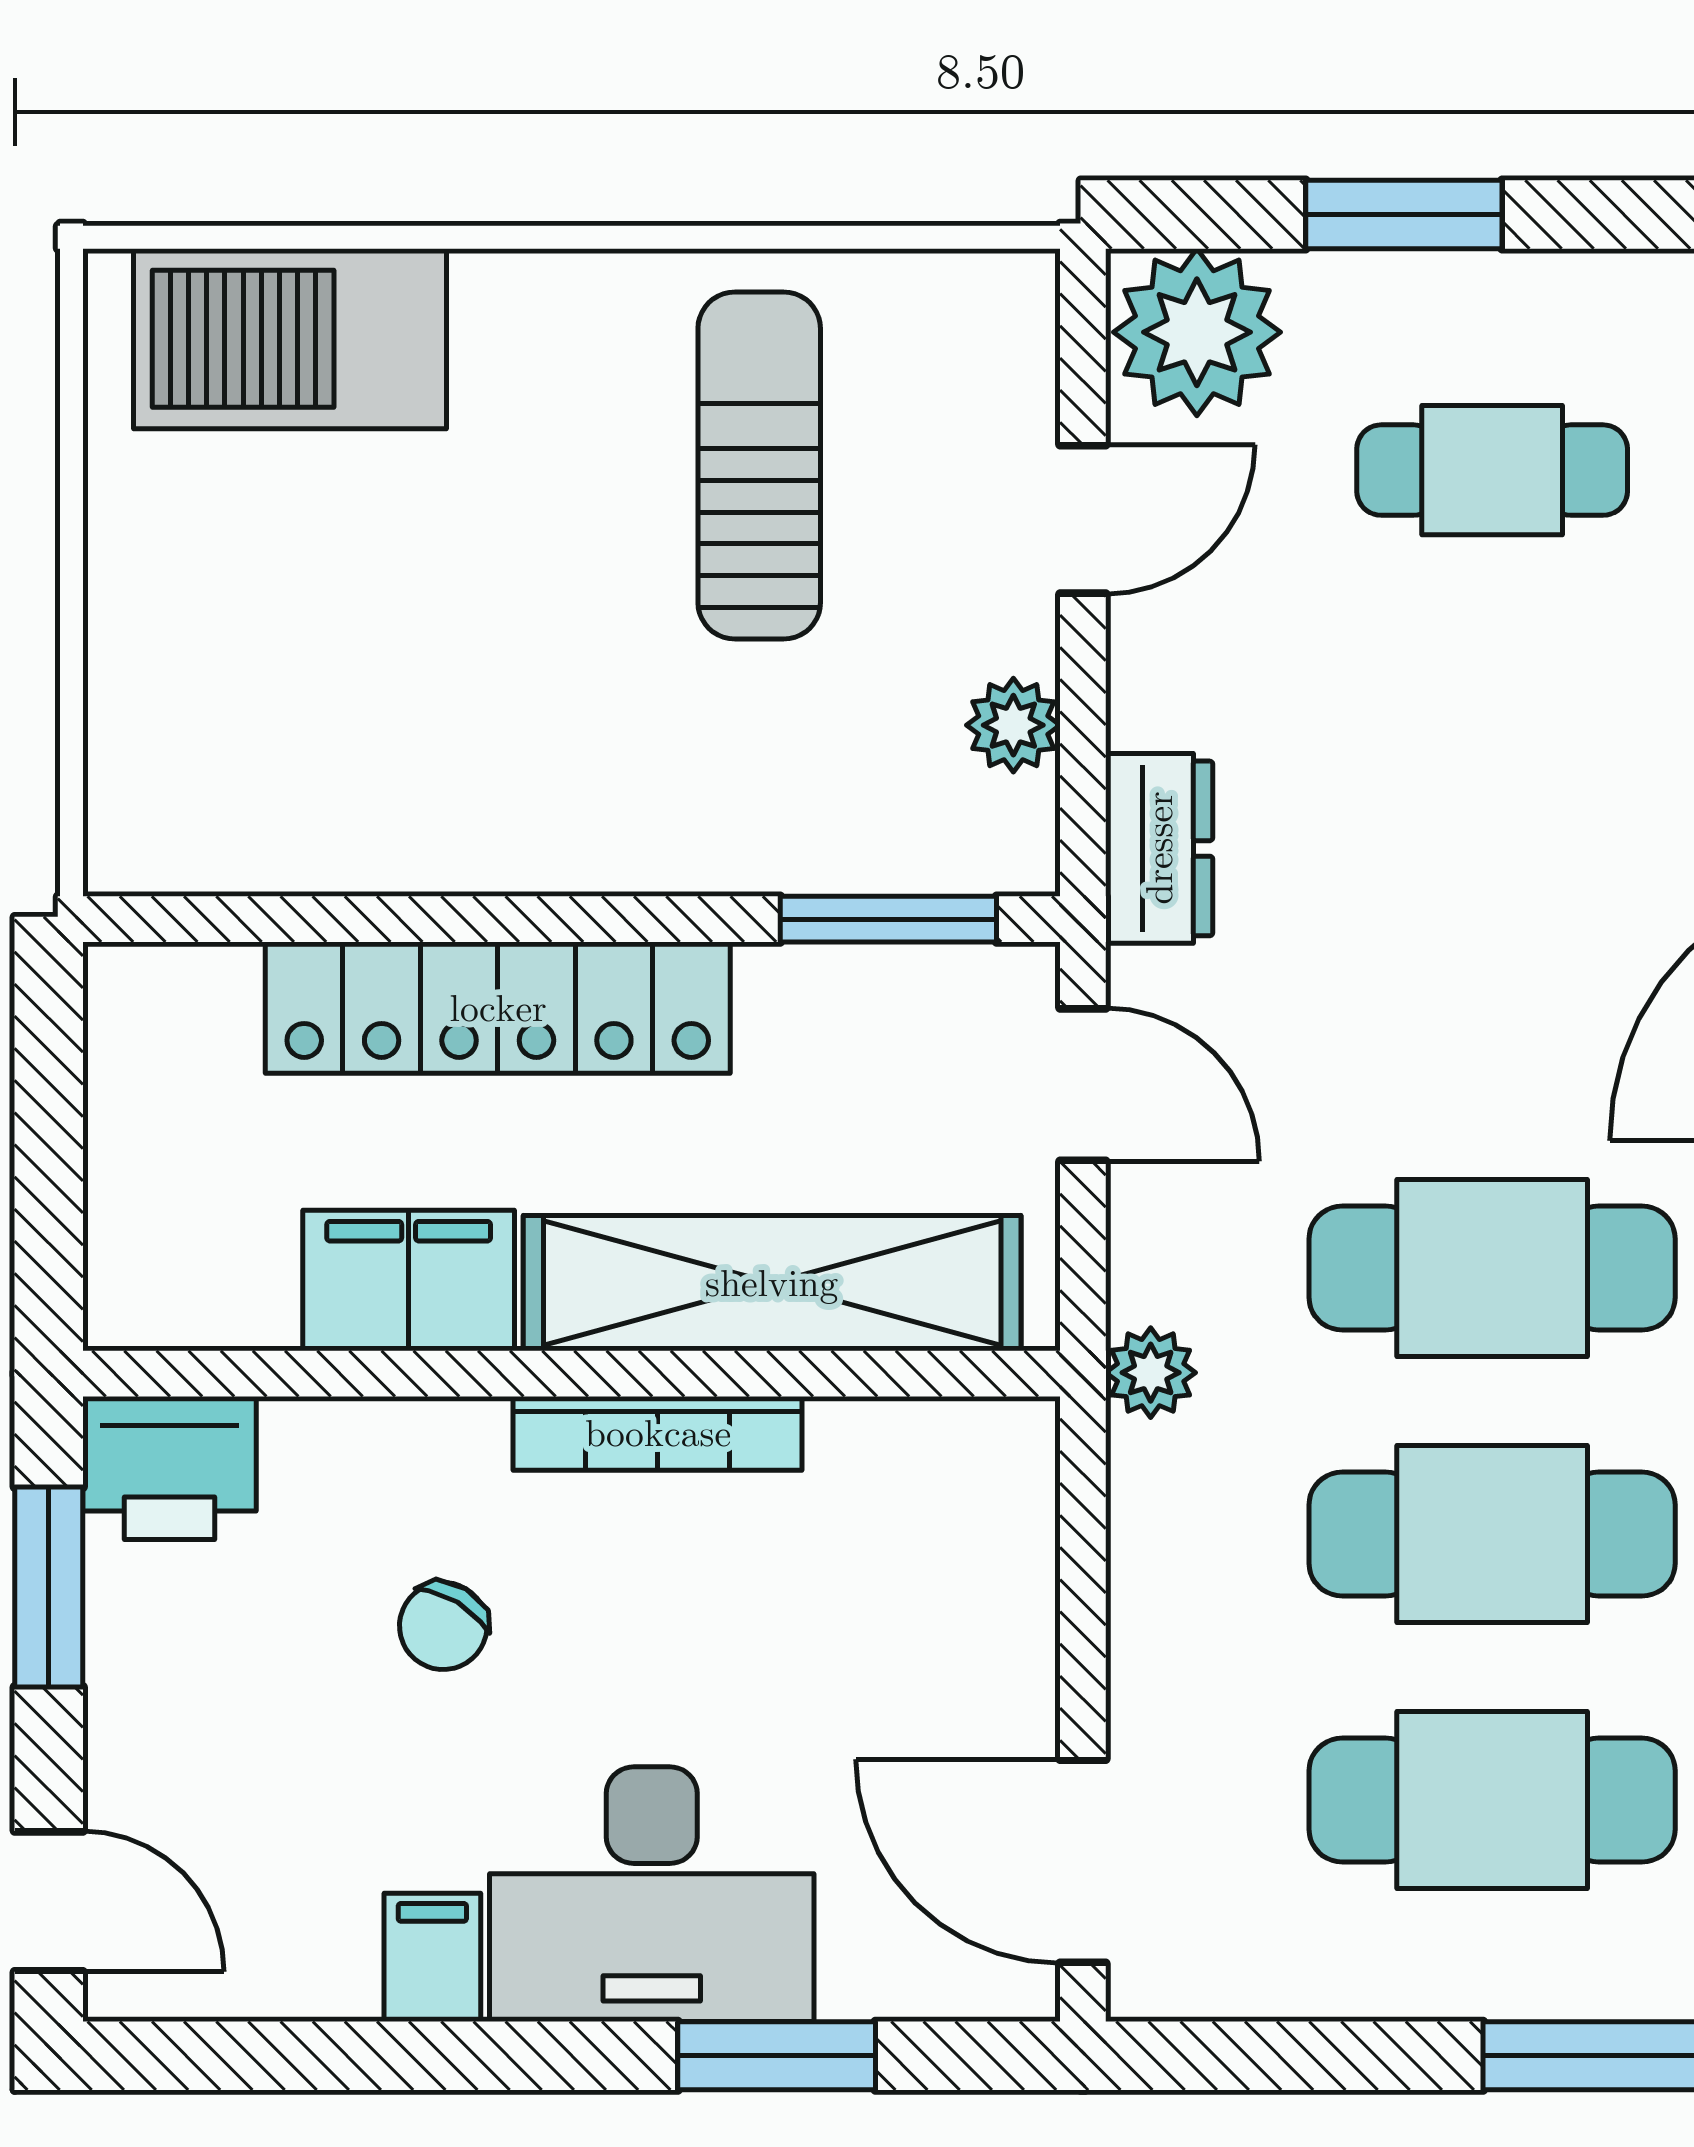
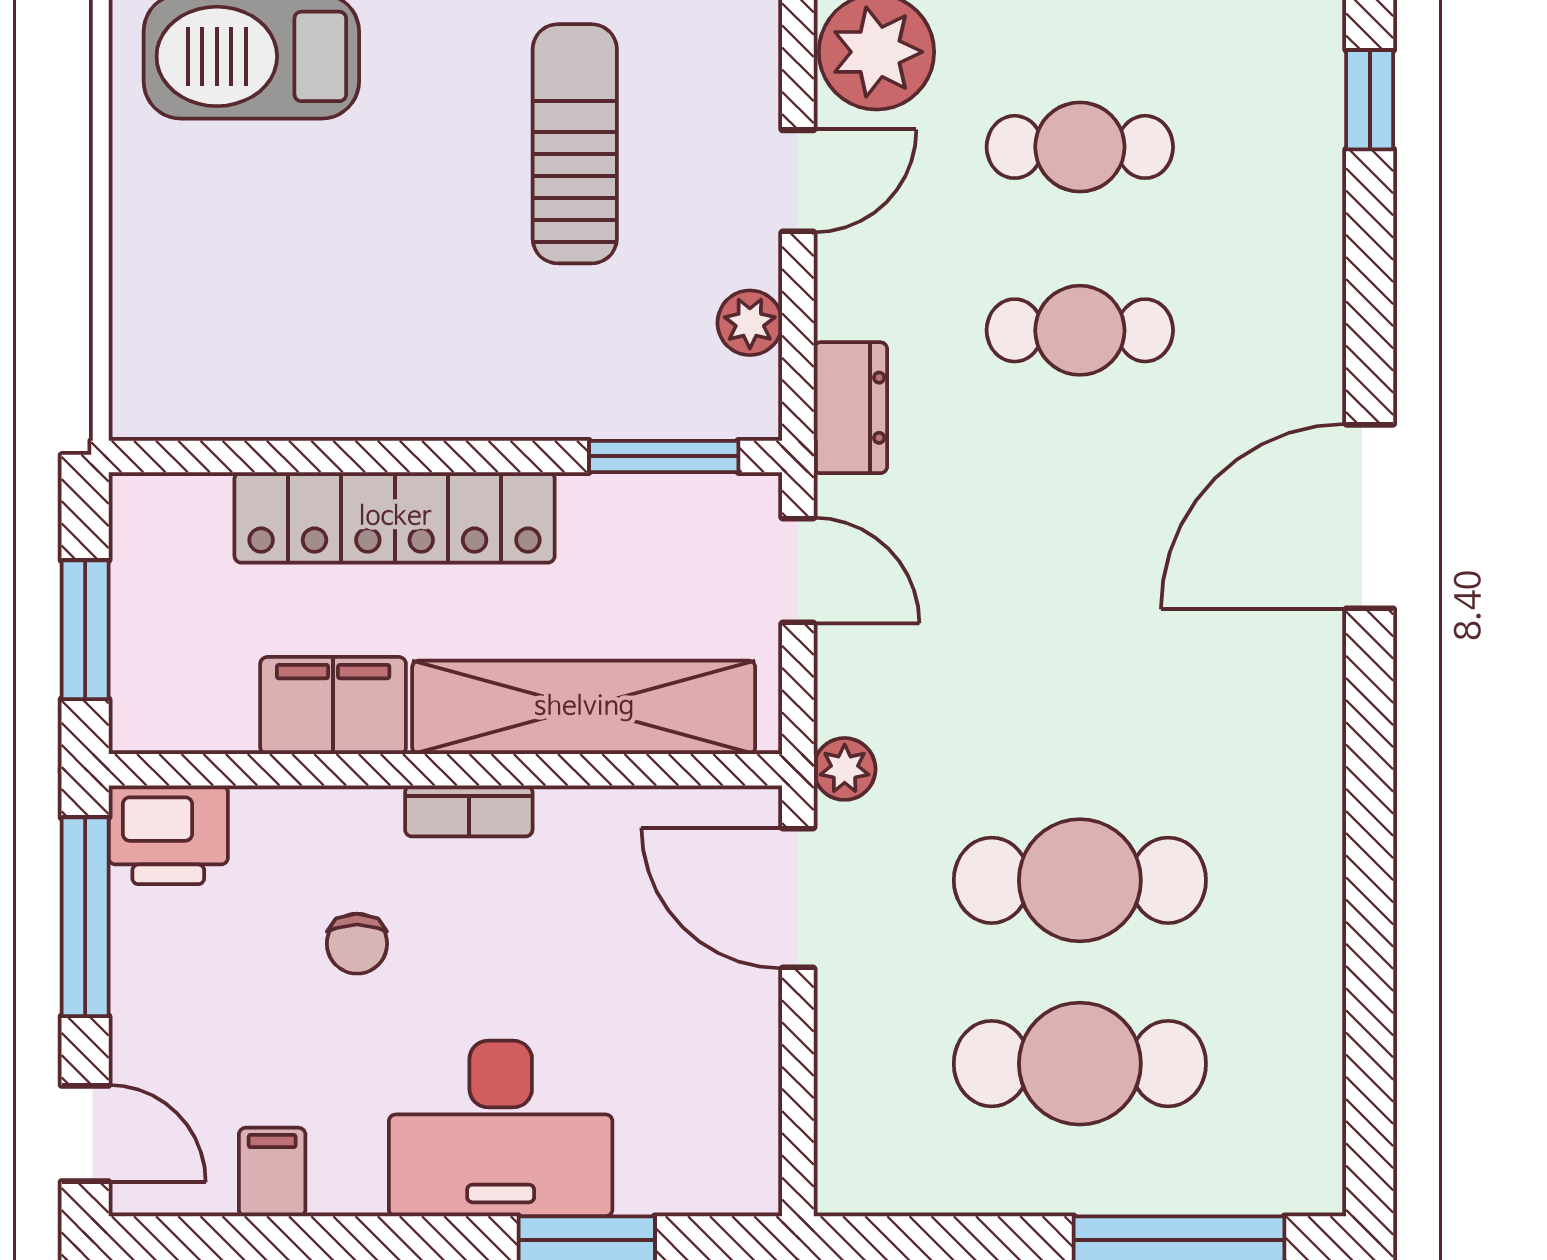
window: (49, 1171) -> (85, 630), added
cafe table: (1492, 1268) -> (1080, 330), moved, width x0.73, depth x0.74
bookcase: (658, 1433) -> (469, 811), width x0.64
window: (49, 1587) -> (85, 917), width x1.44
chair: (443, 1626) -> (357, 944), turned -31
door: (1083, 1861) -> (798, 898), moved
filing cabinet: (432, 1957) -> (272, 1172), moved

